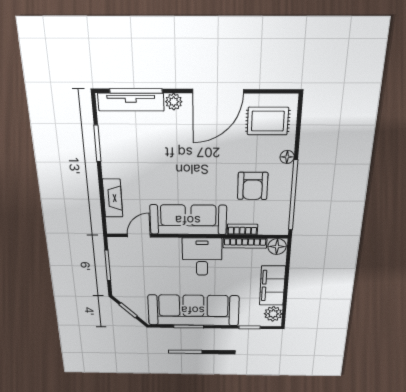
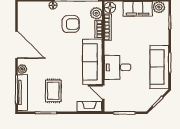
rug: (268, 121) -> (53, 91), moved
fireplace: (113, 198) -> (89, 107), moved
plant: (269, 226) -> (96, 13), added
desk: (202, 257) -> (117, 67), moved
sofa: (193, 310) -> (159, 67), width x0.74, depth x0.79

